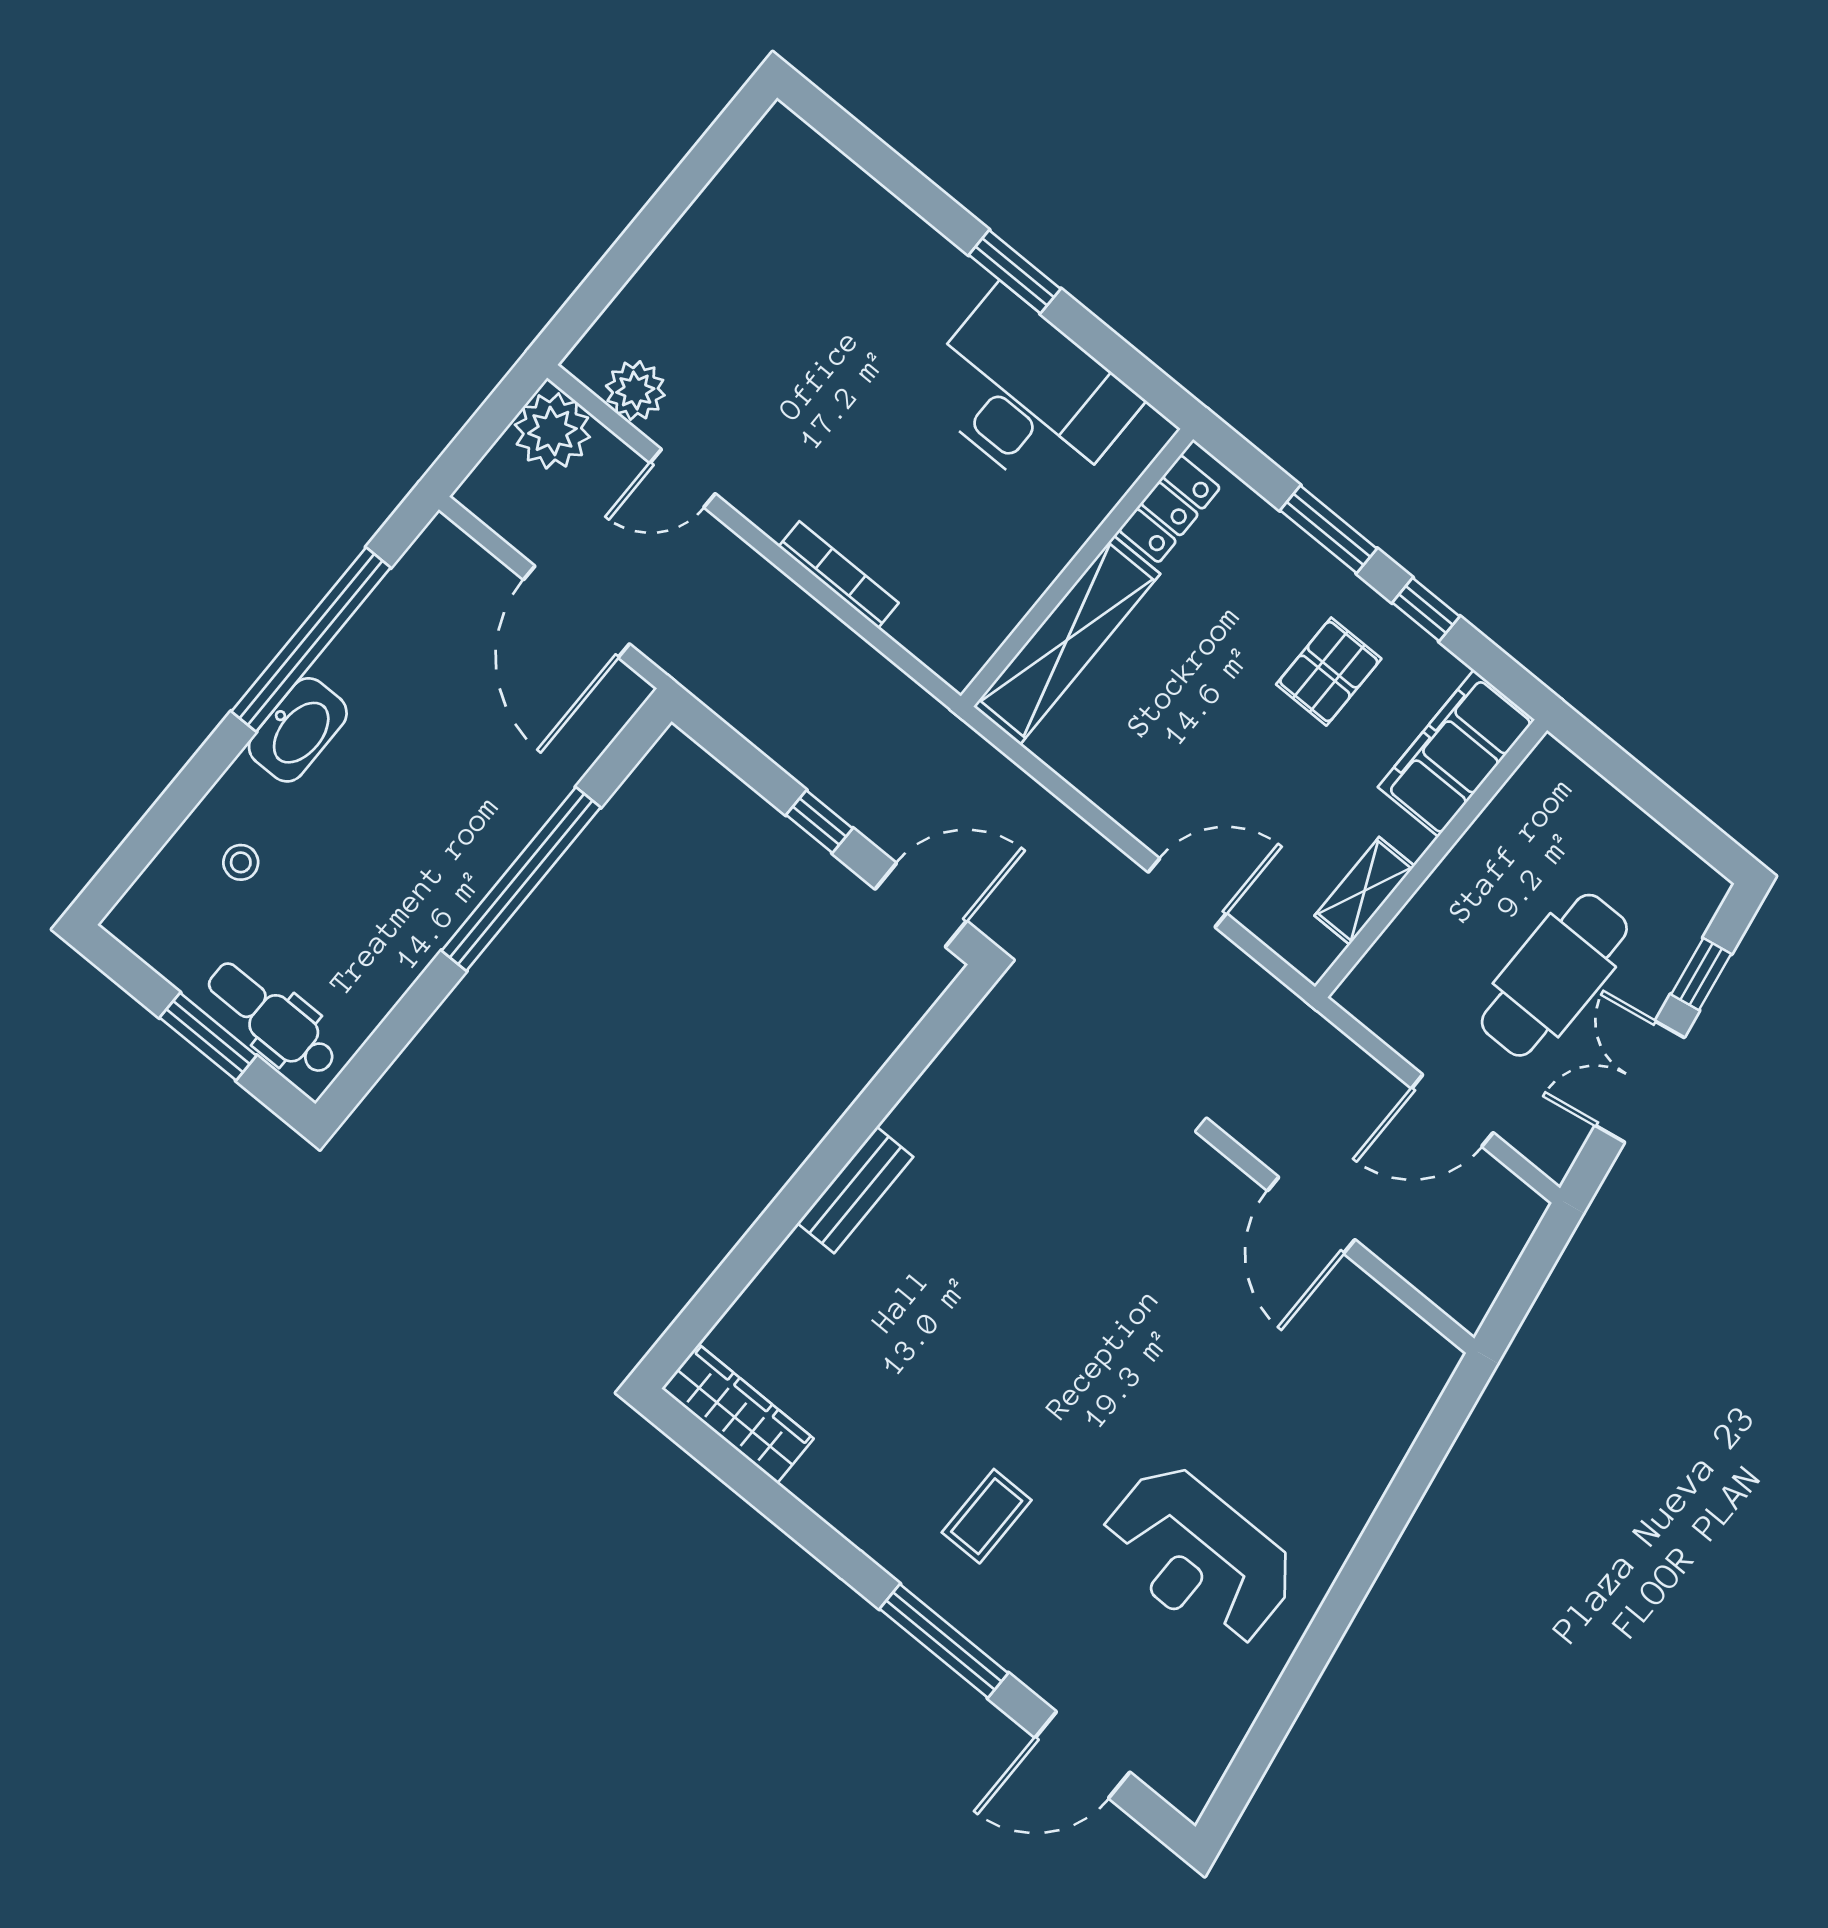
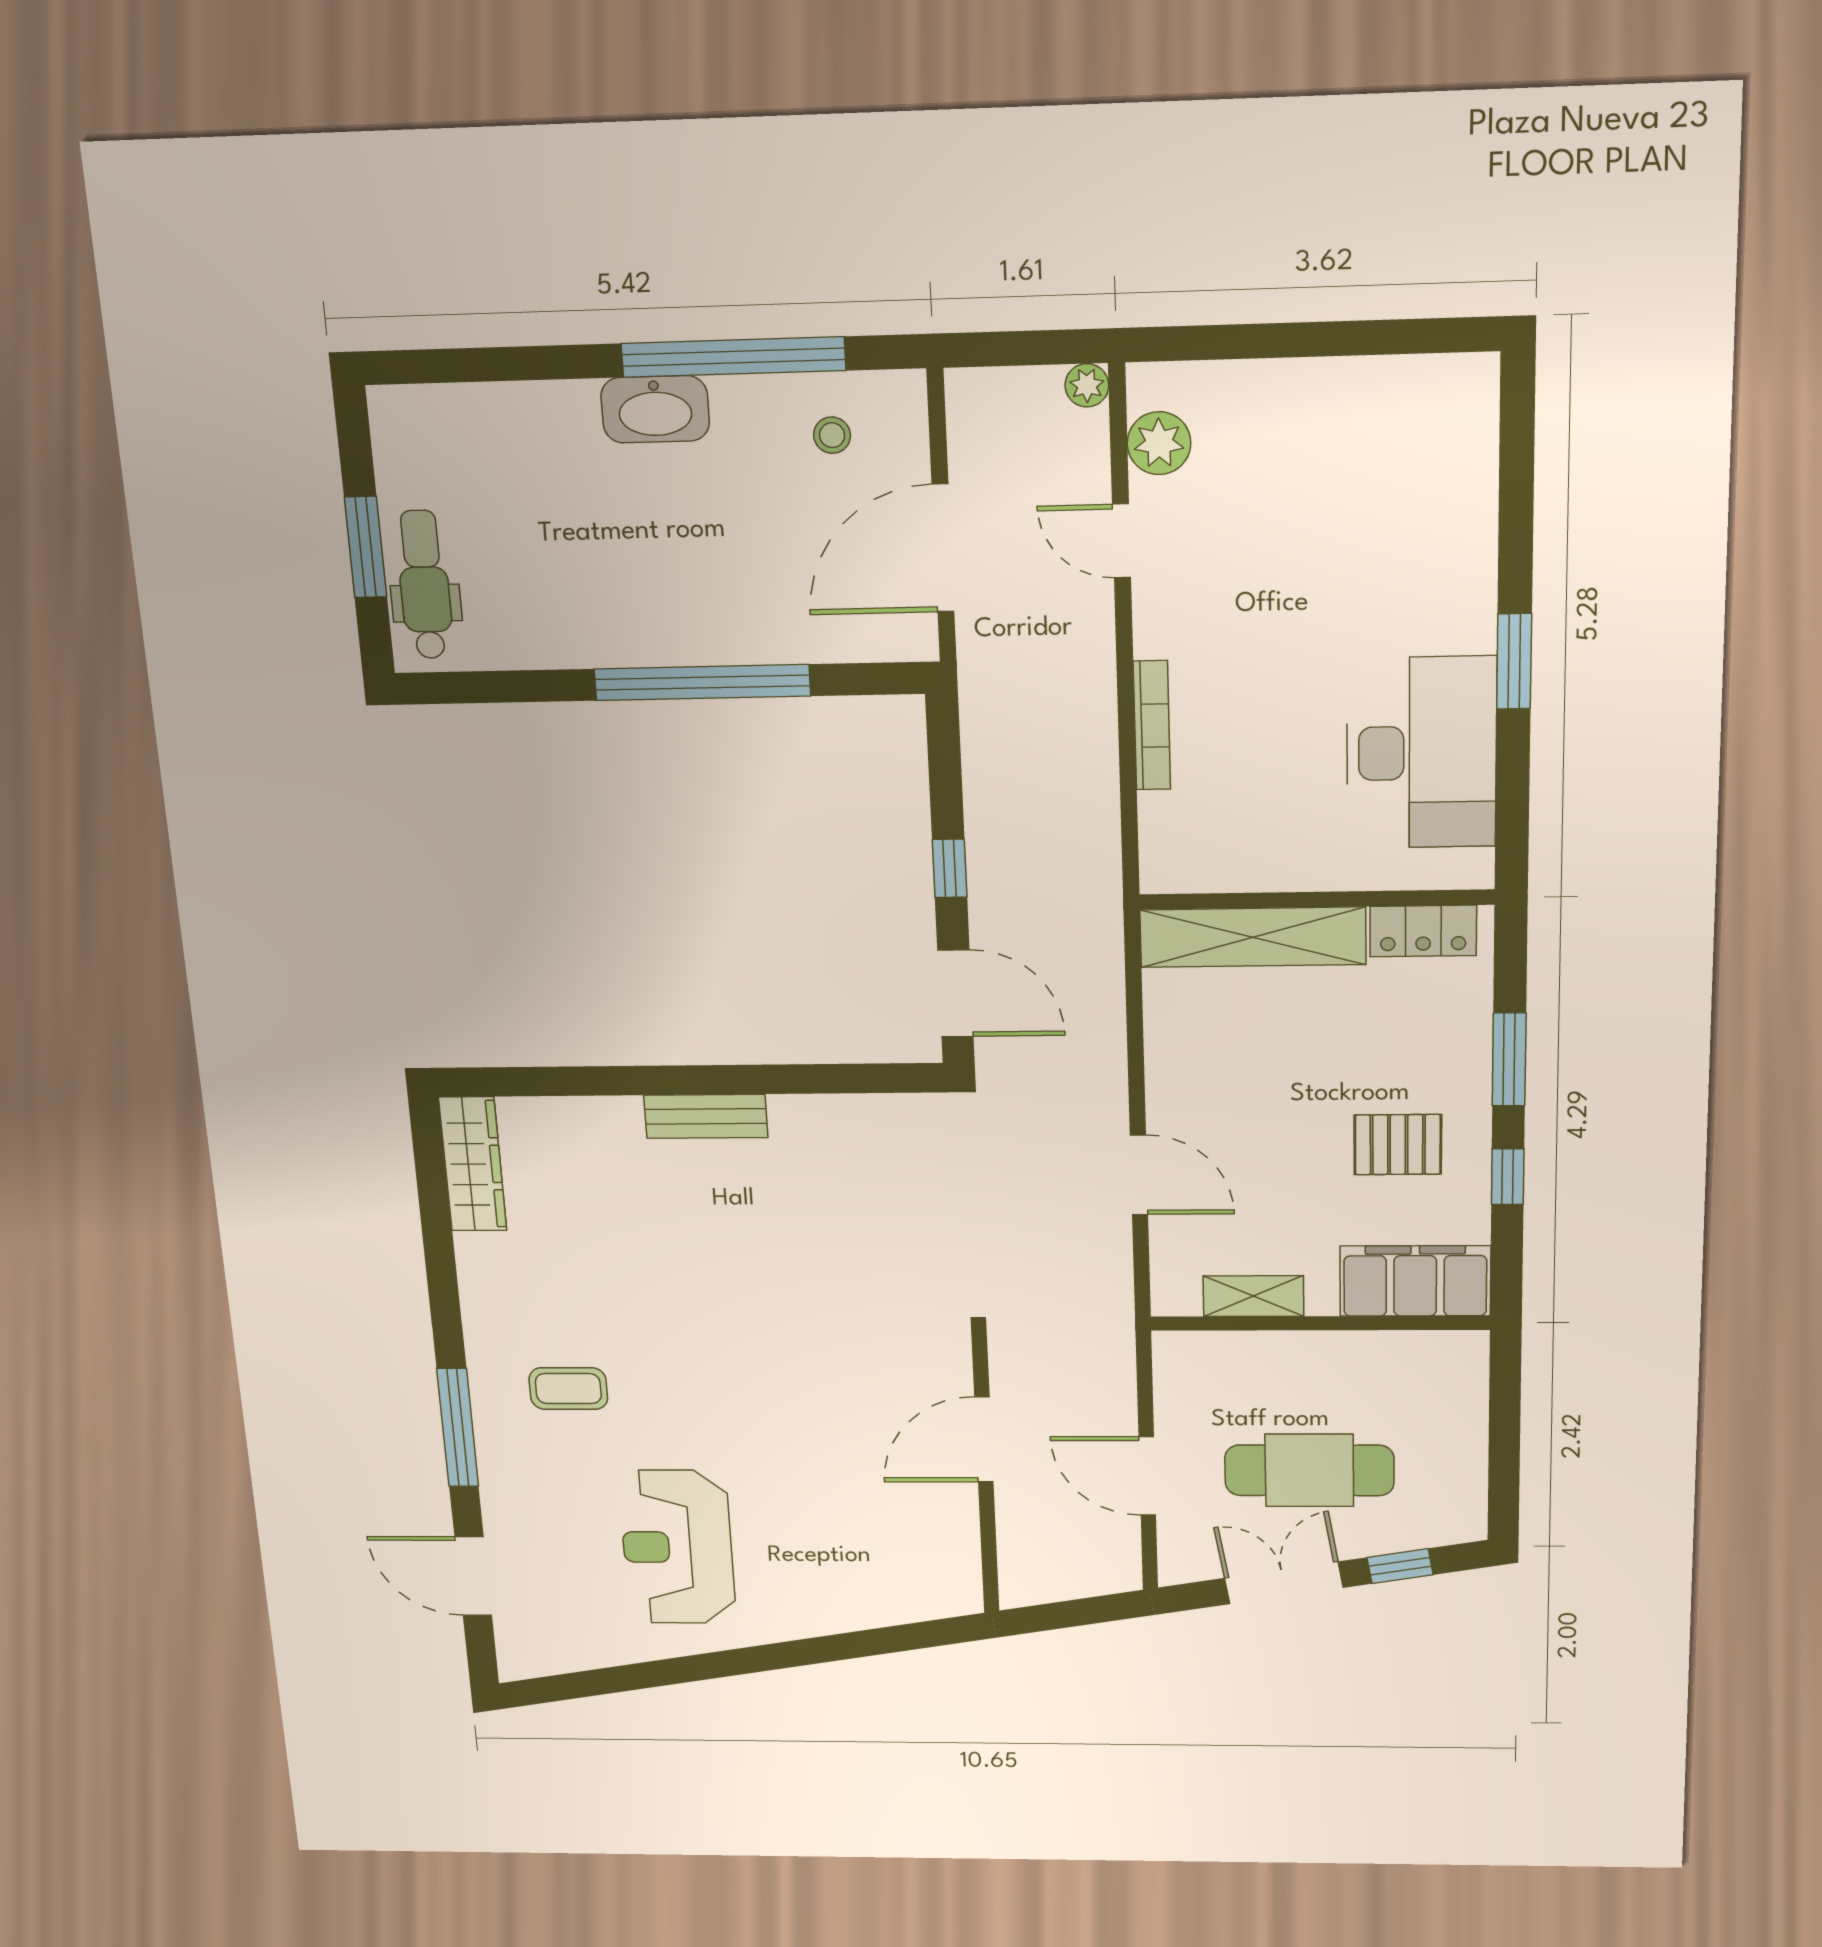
plant: (552, 431) -> (1087, 385), width x0.53, depth x0.53
stool: (241, 862) -> (832, 435), moved

